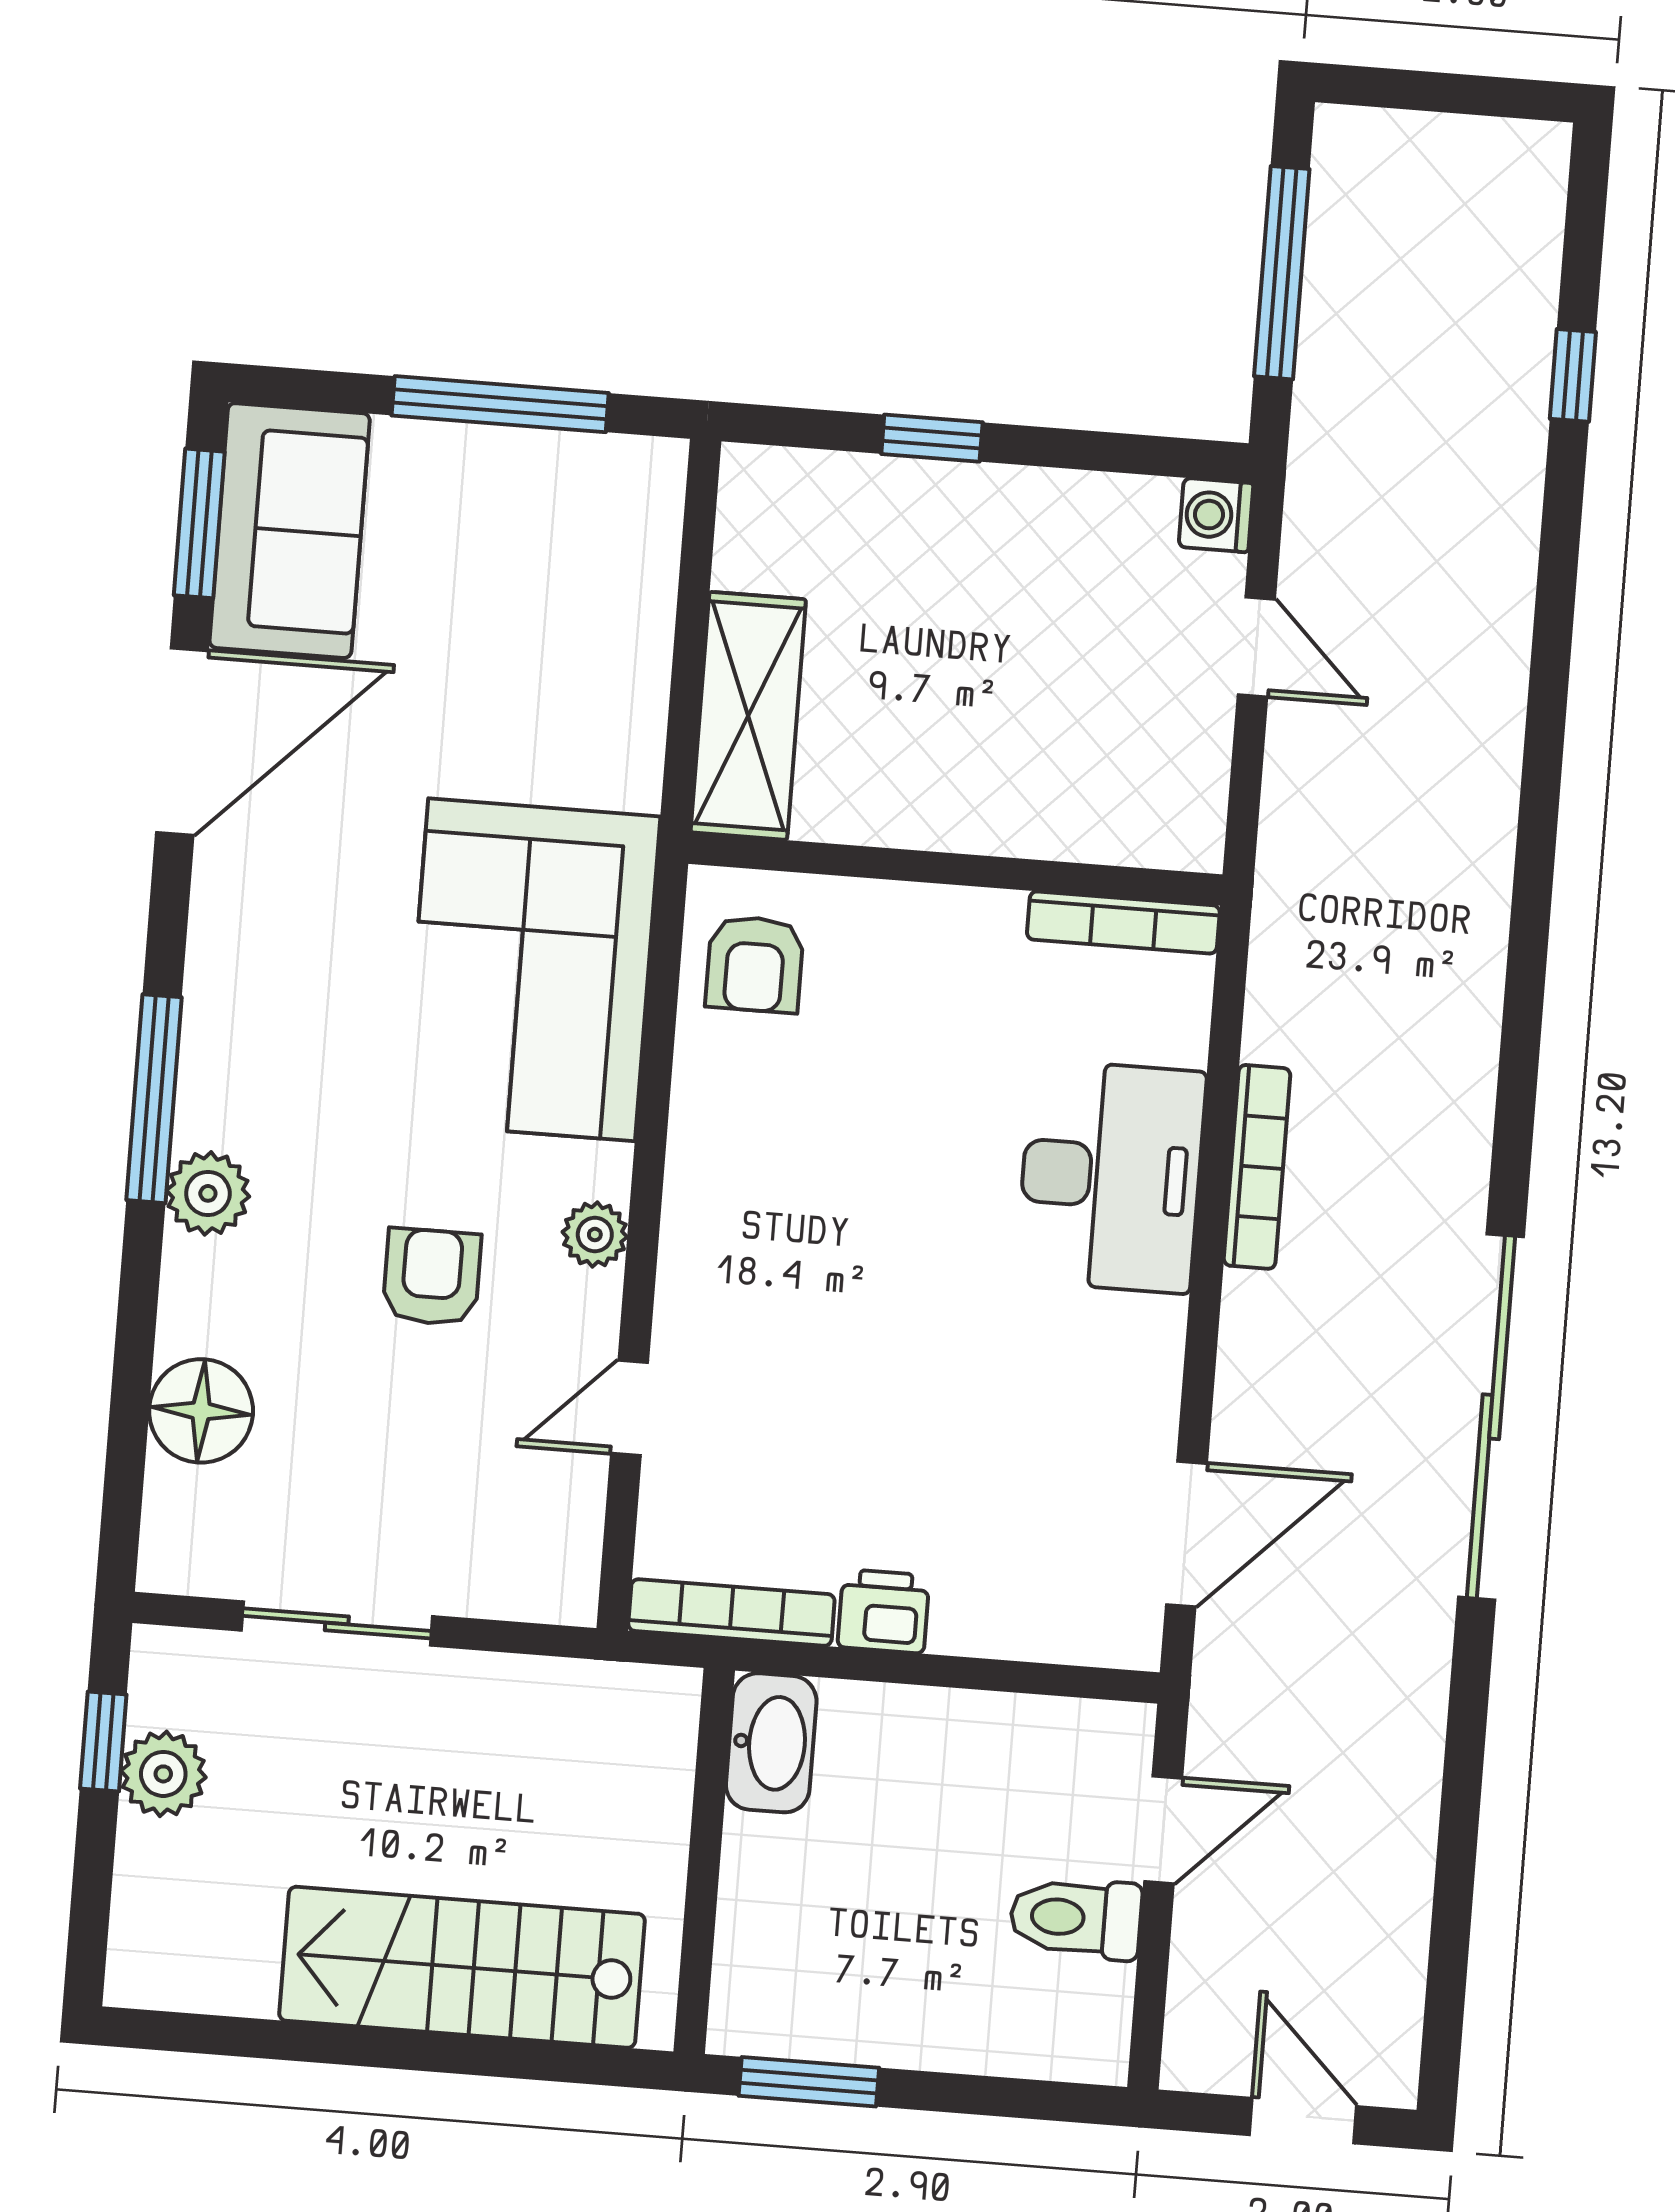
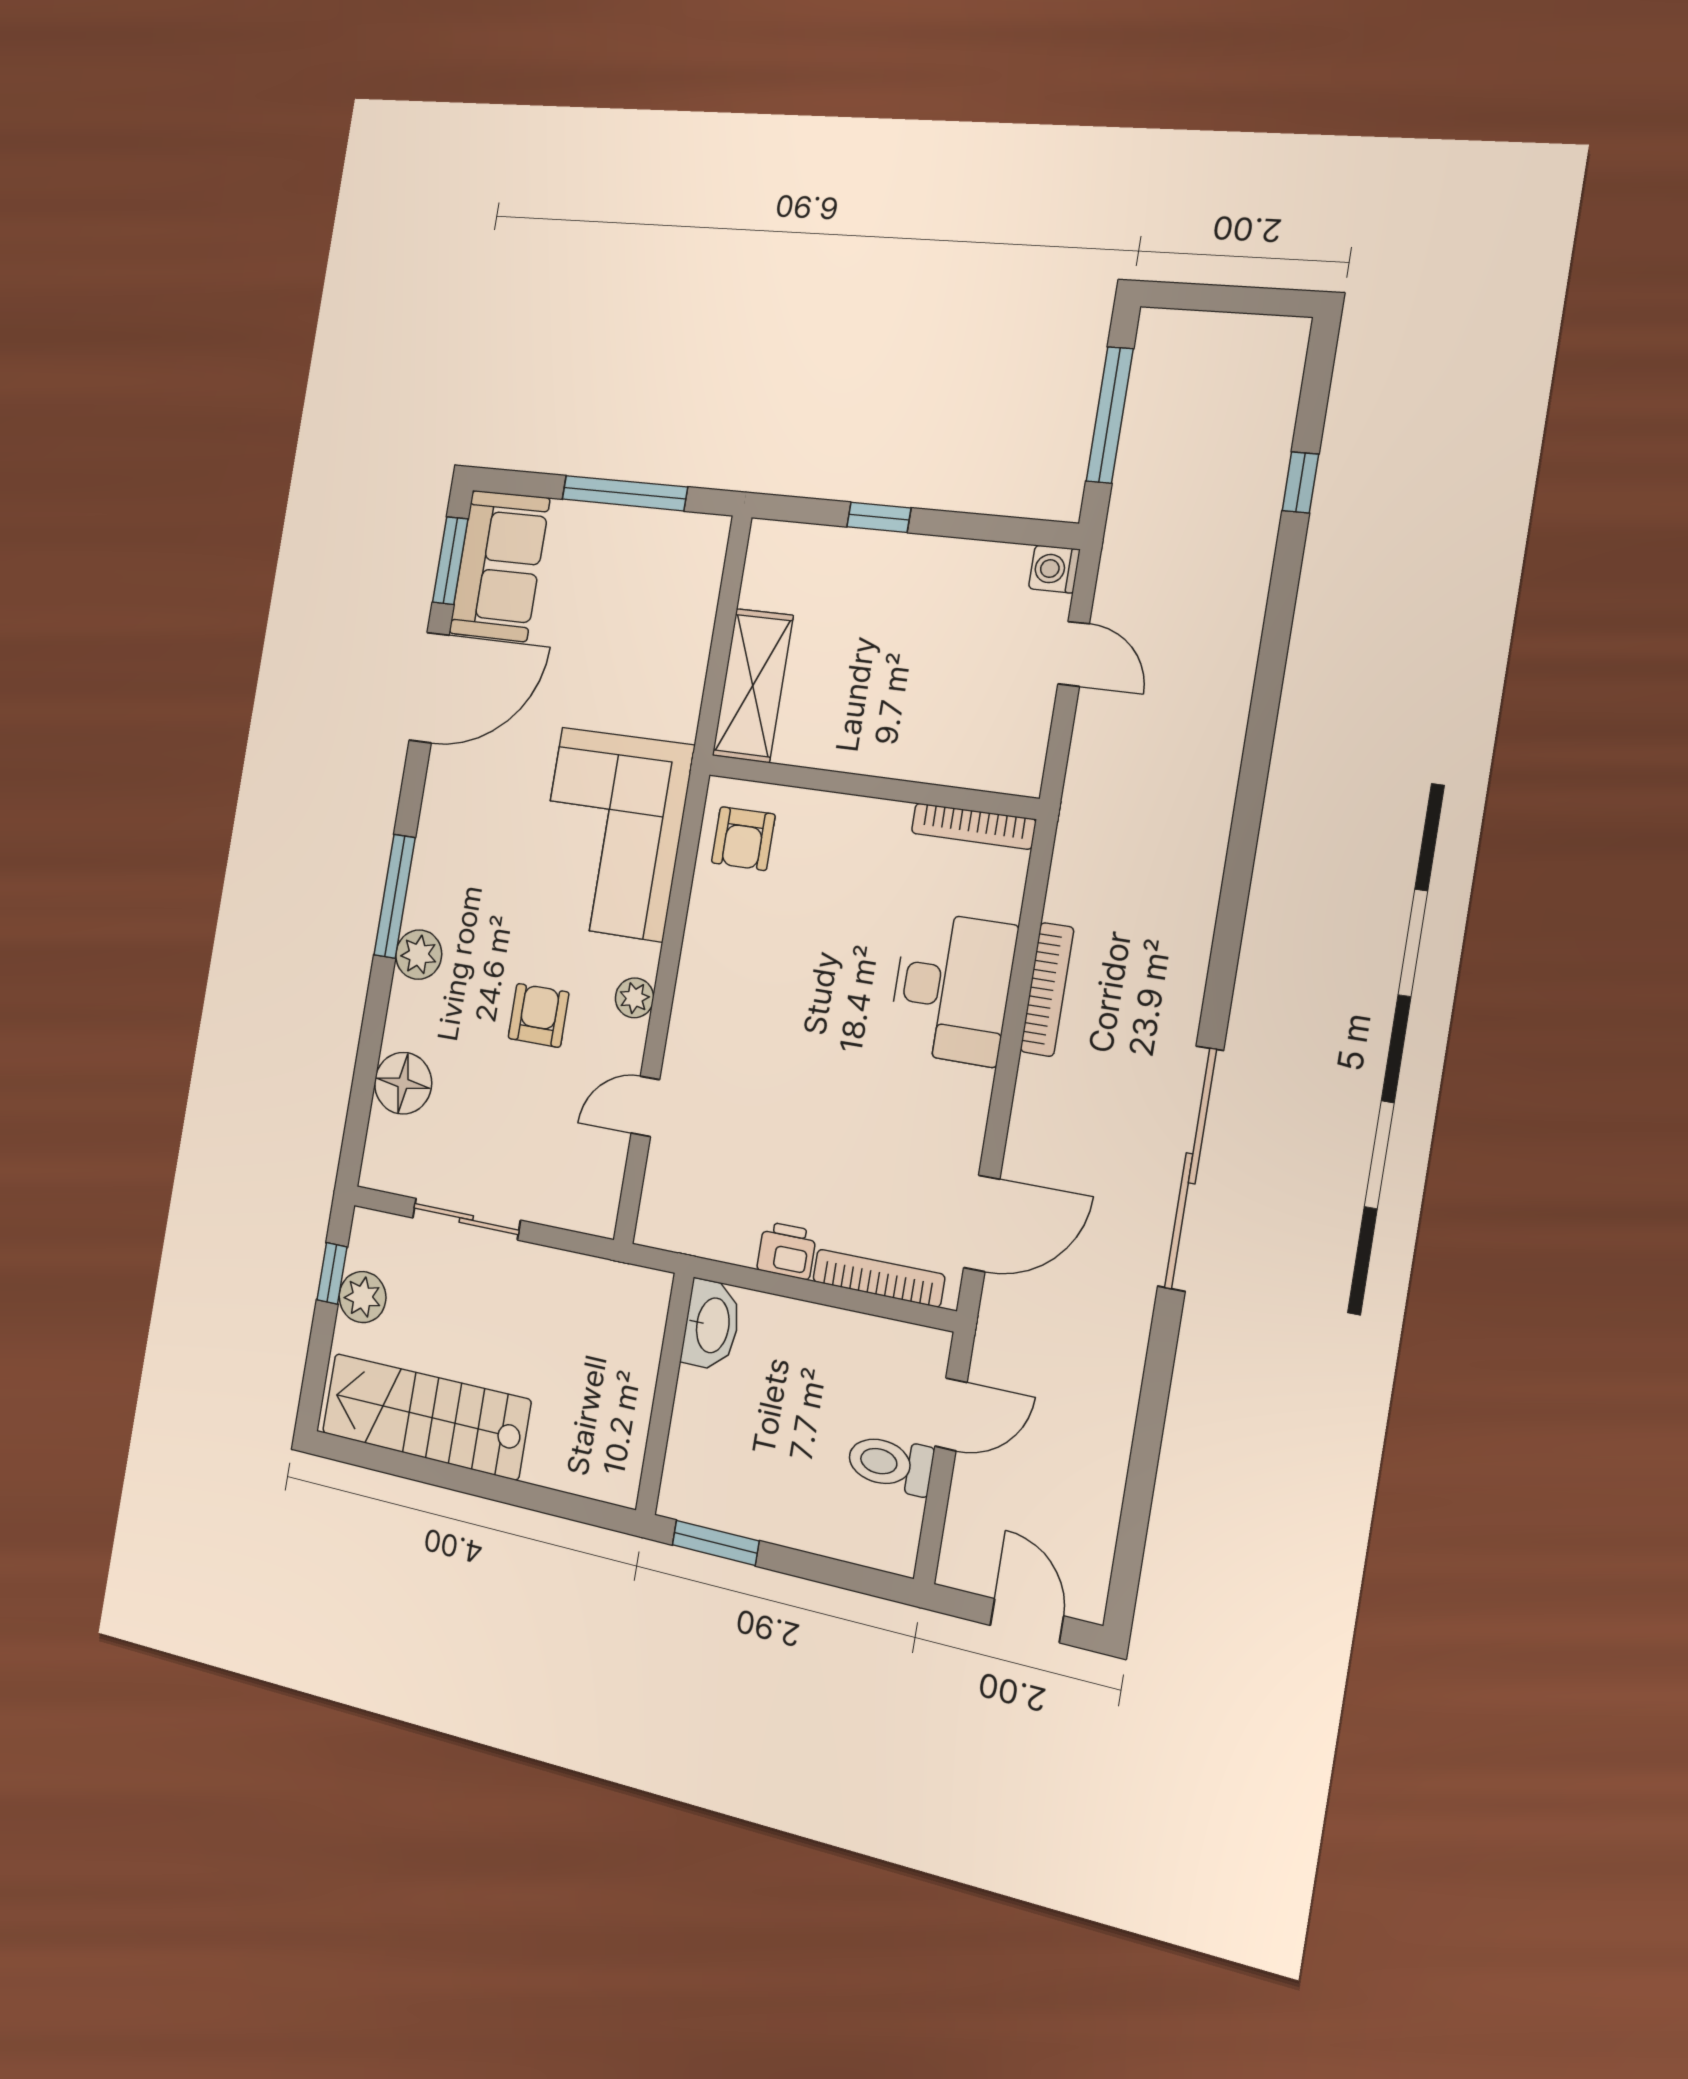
bookcase: (731, 1613) -> (879, 1278), moved
stairs: (462, 1967) -> (426, 1416), moved

